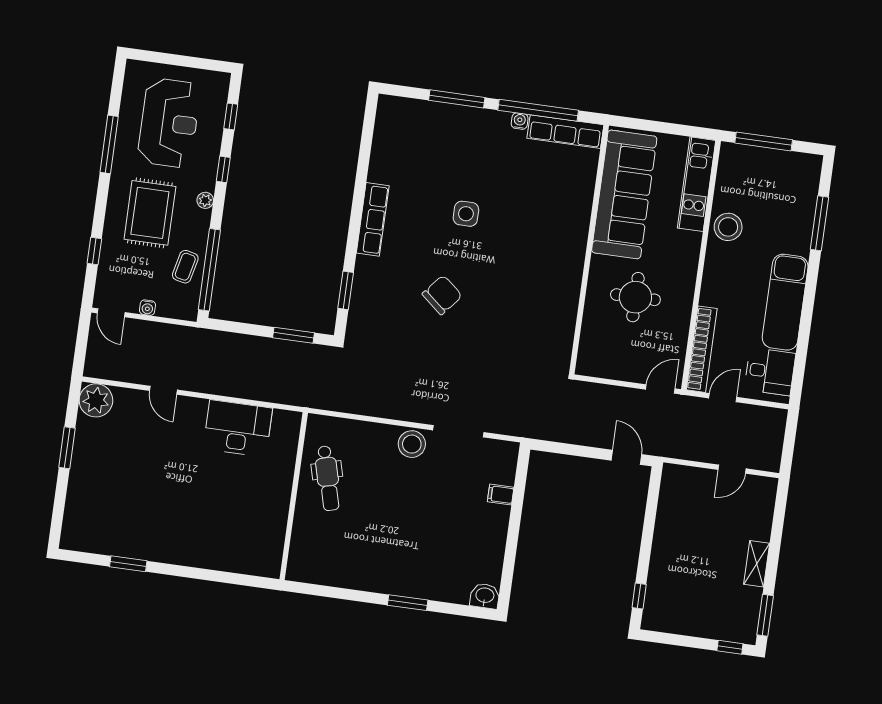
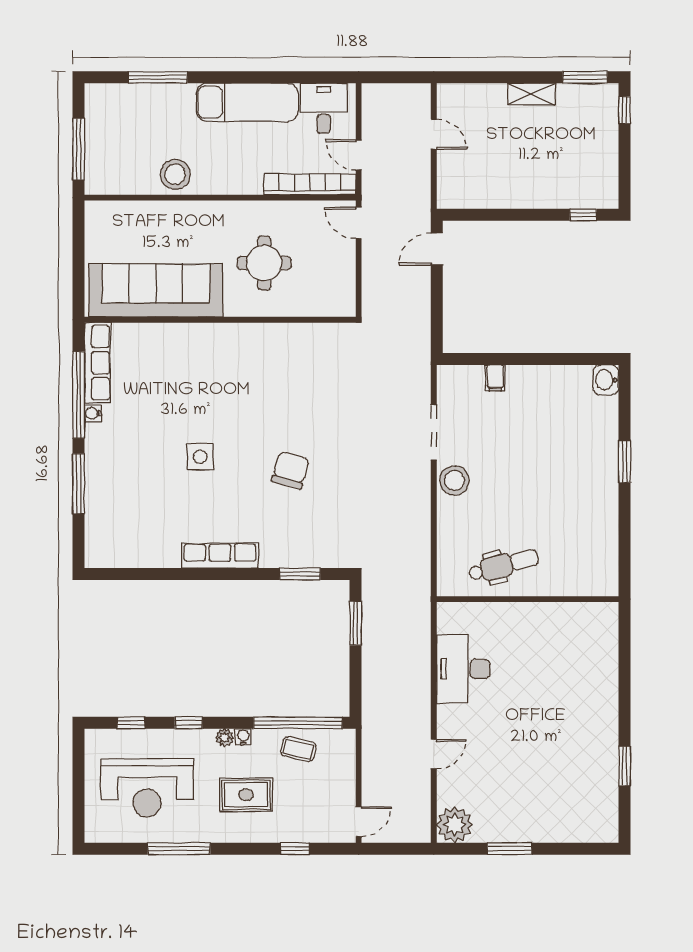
reception desk: (169, 123) -> (147, 788), turned 180
kitchen unit: (697, 184) -> (134, 214), removed
rug: (150, 213) -> (246, 795), width x0.73, depth x0.70
chair: (442, 295) -> (290, 470), turned 66
water cooler: (147, 308) -> (243, 737), moved, turned -90

